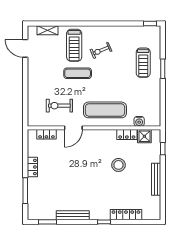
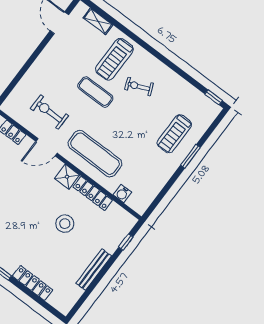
locker: (127, 135) -> (93, 193), width x1.53
shower: (144, 136) -> (67, 177), moved

